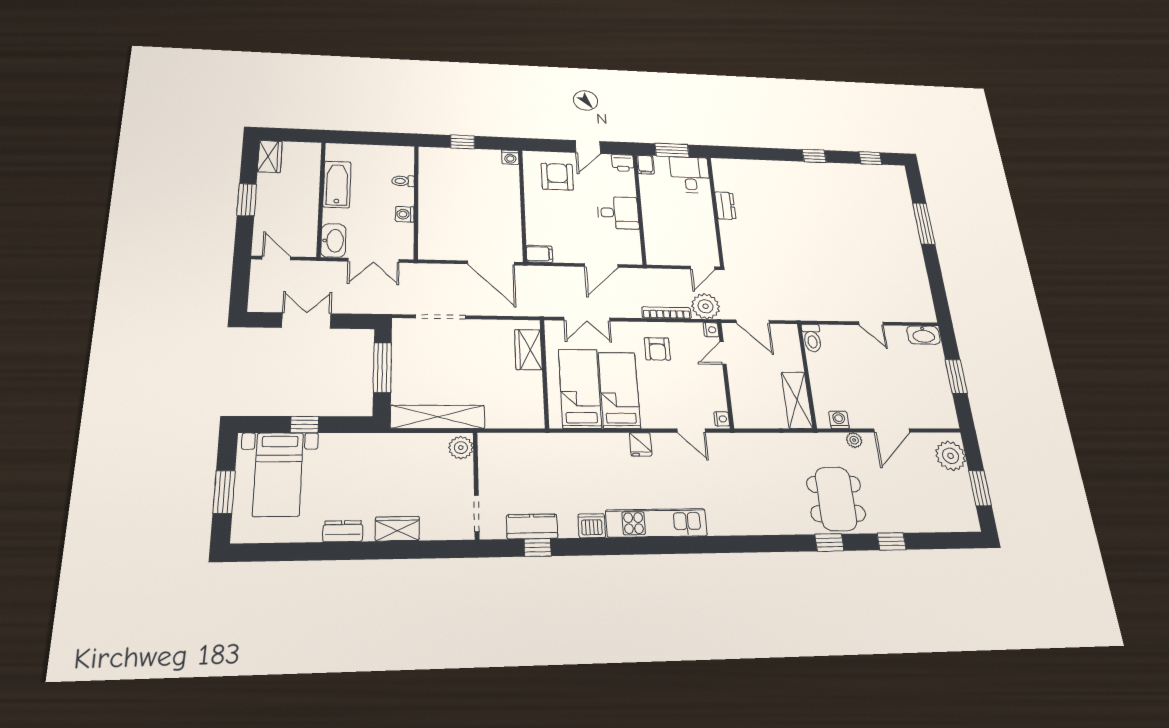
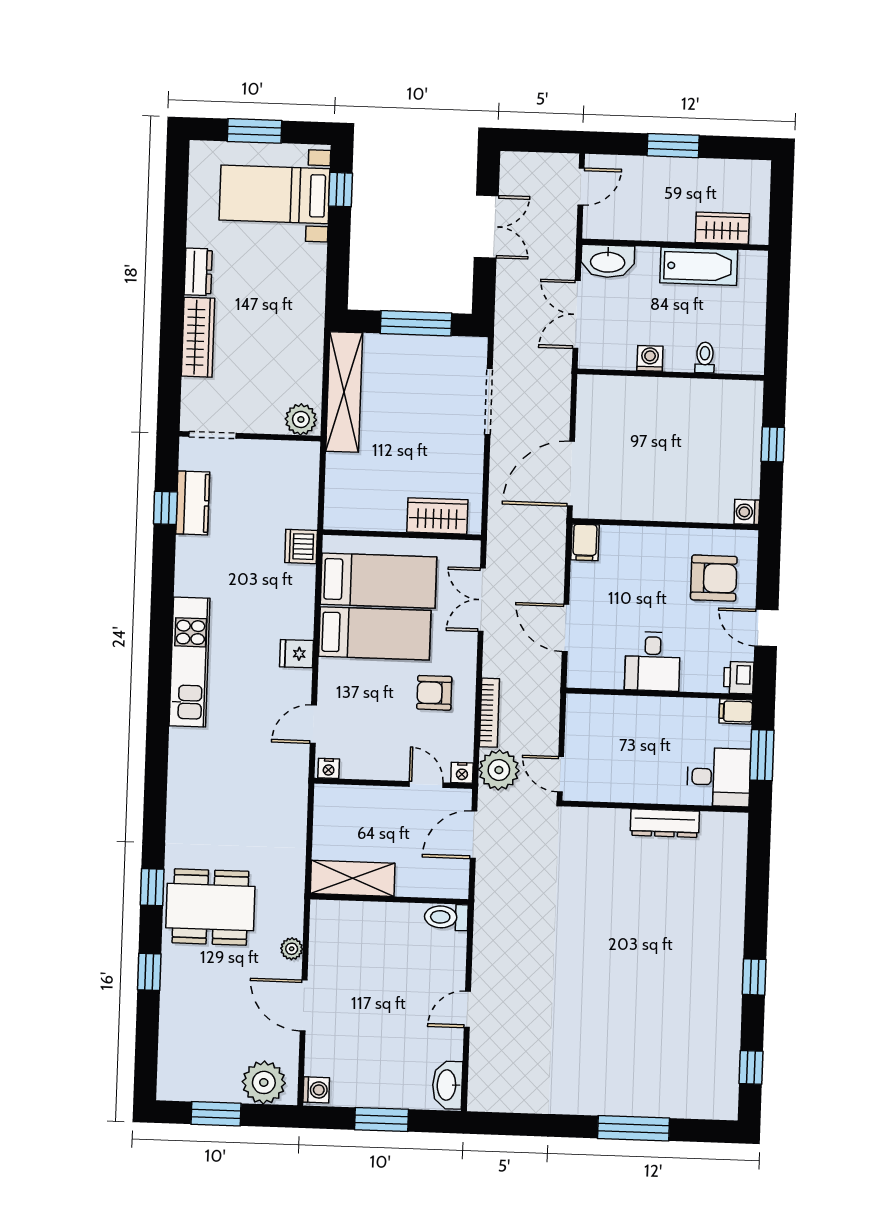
wardrobe: (270, 157) -> (722, 228), moved, turned 180
dresser: (725, 206) -> (665, 823), width x1.44
washing machine: (839, 420) -> (316, 1090), moved
window: (305, 425) -> (341, 190), moved
dishwasher: (592, 526) -> (301, 547), moved, turned 180
wardrobe: (397, 529) -> (198, 337), width x1.50

